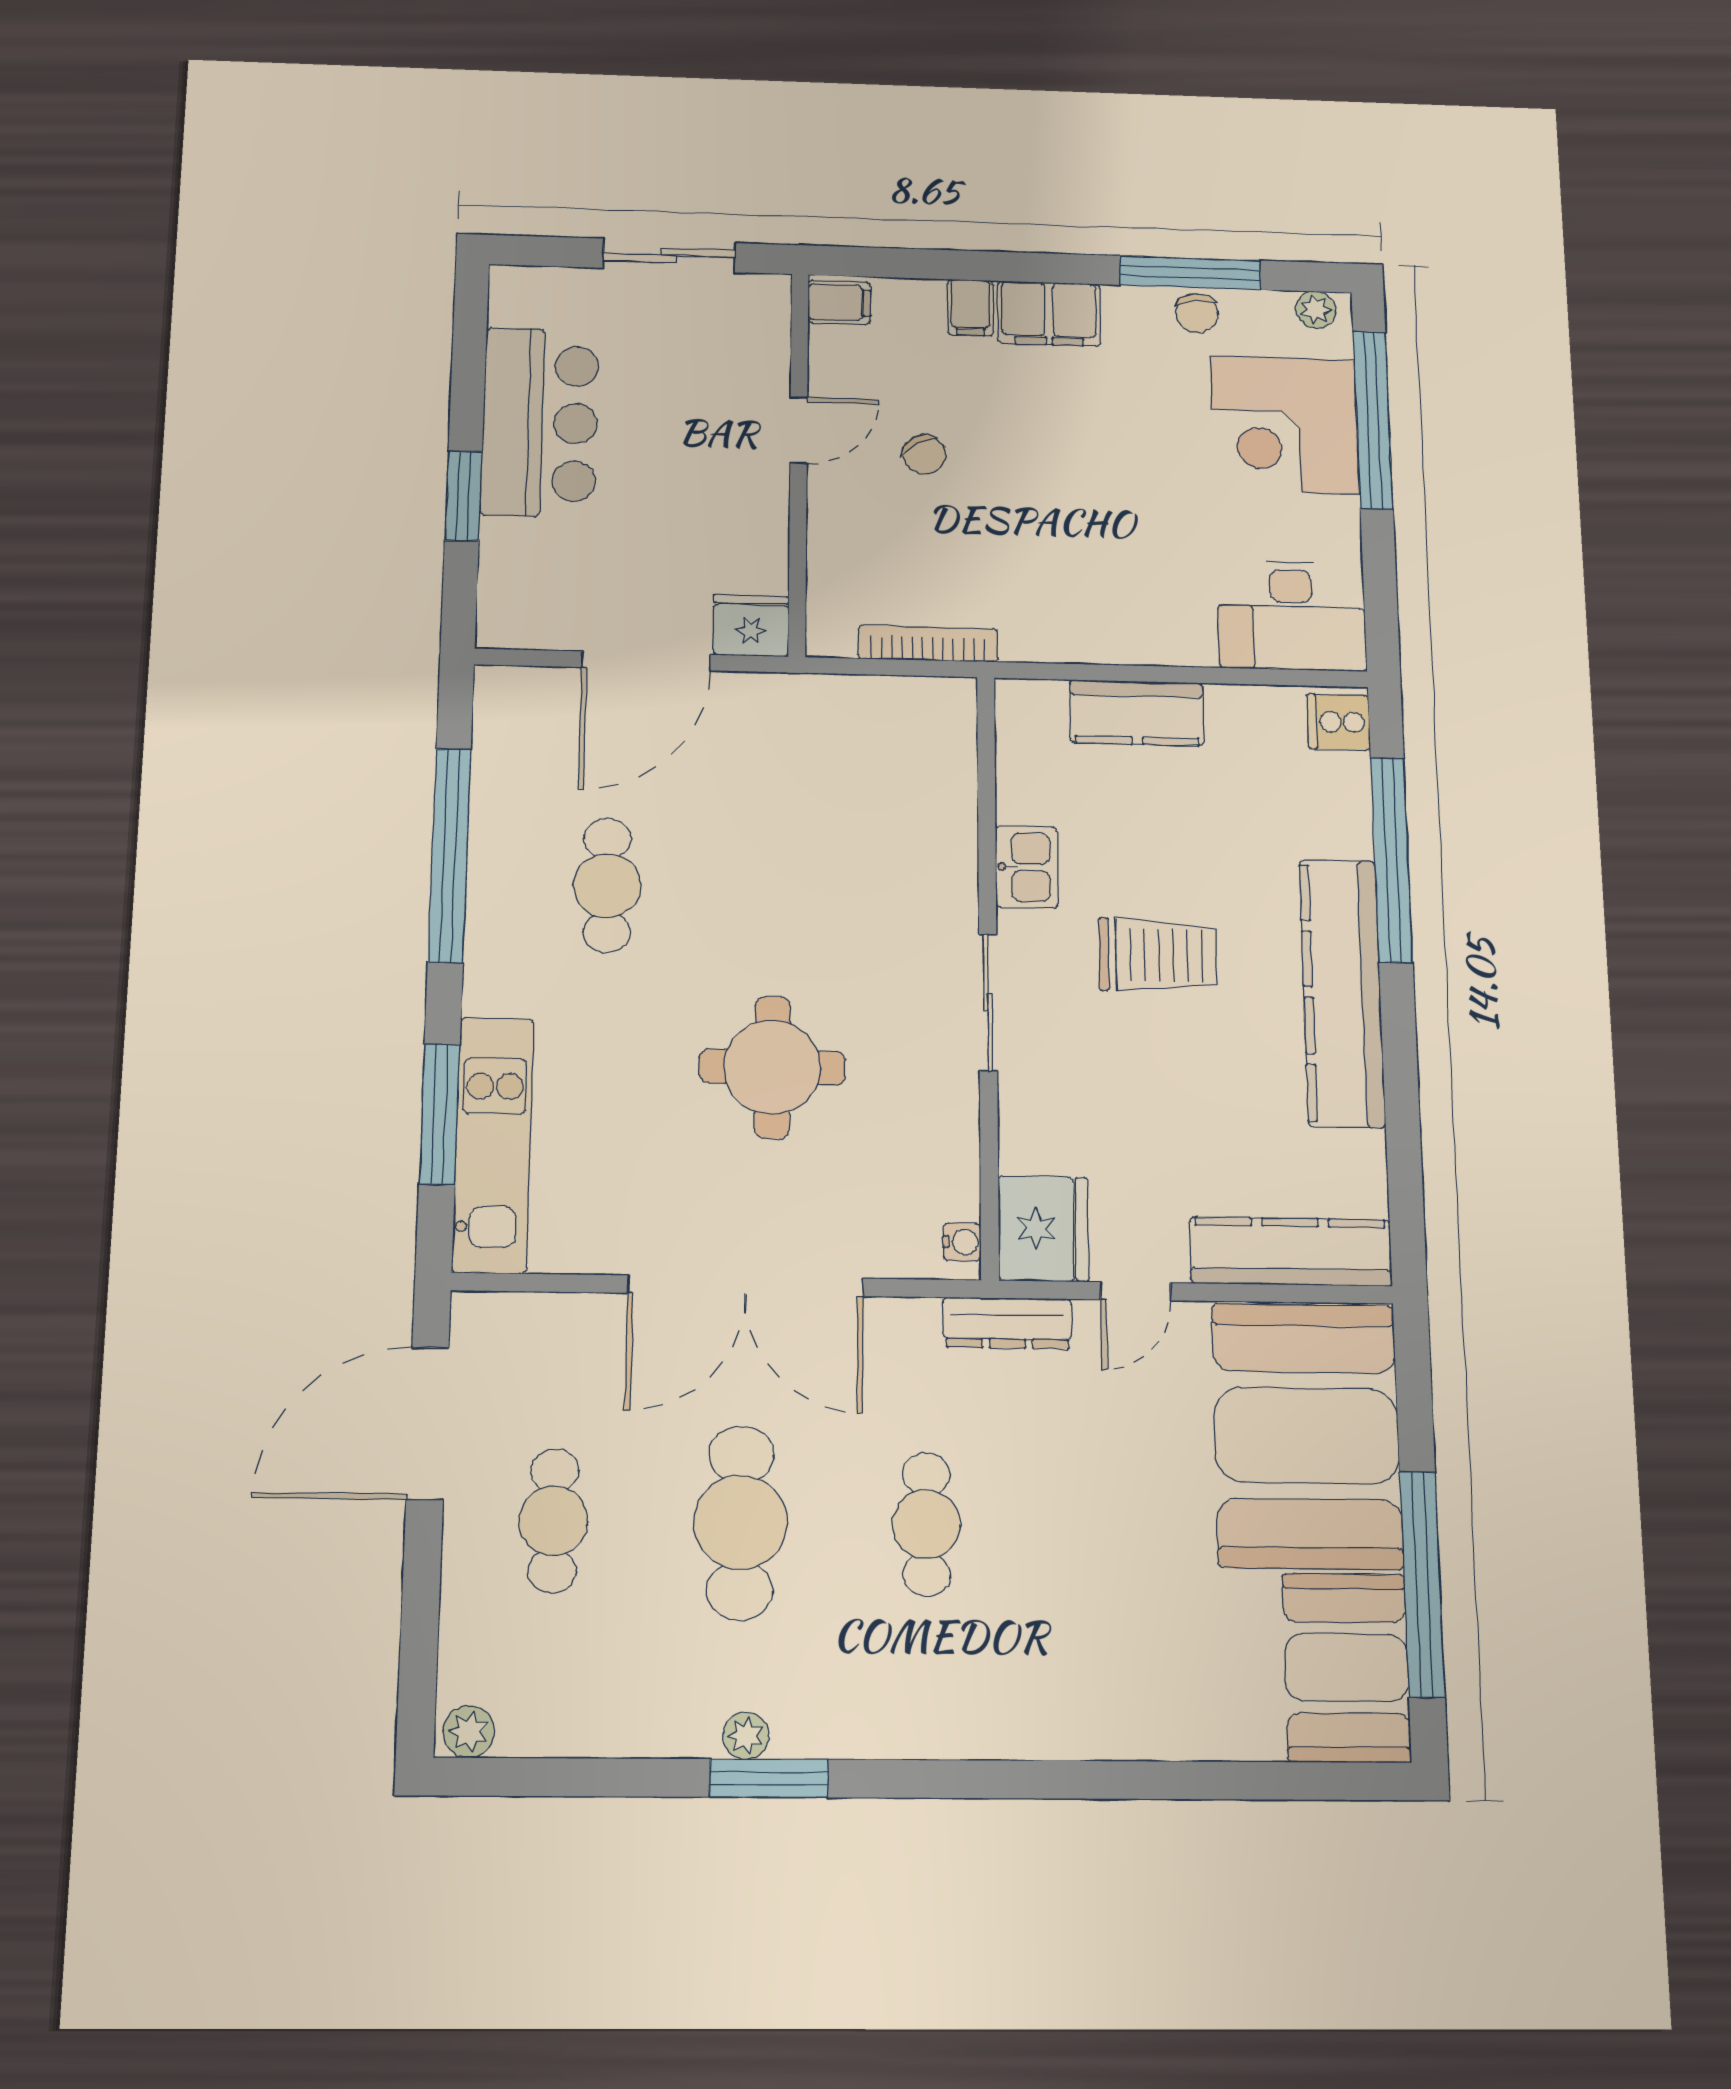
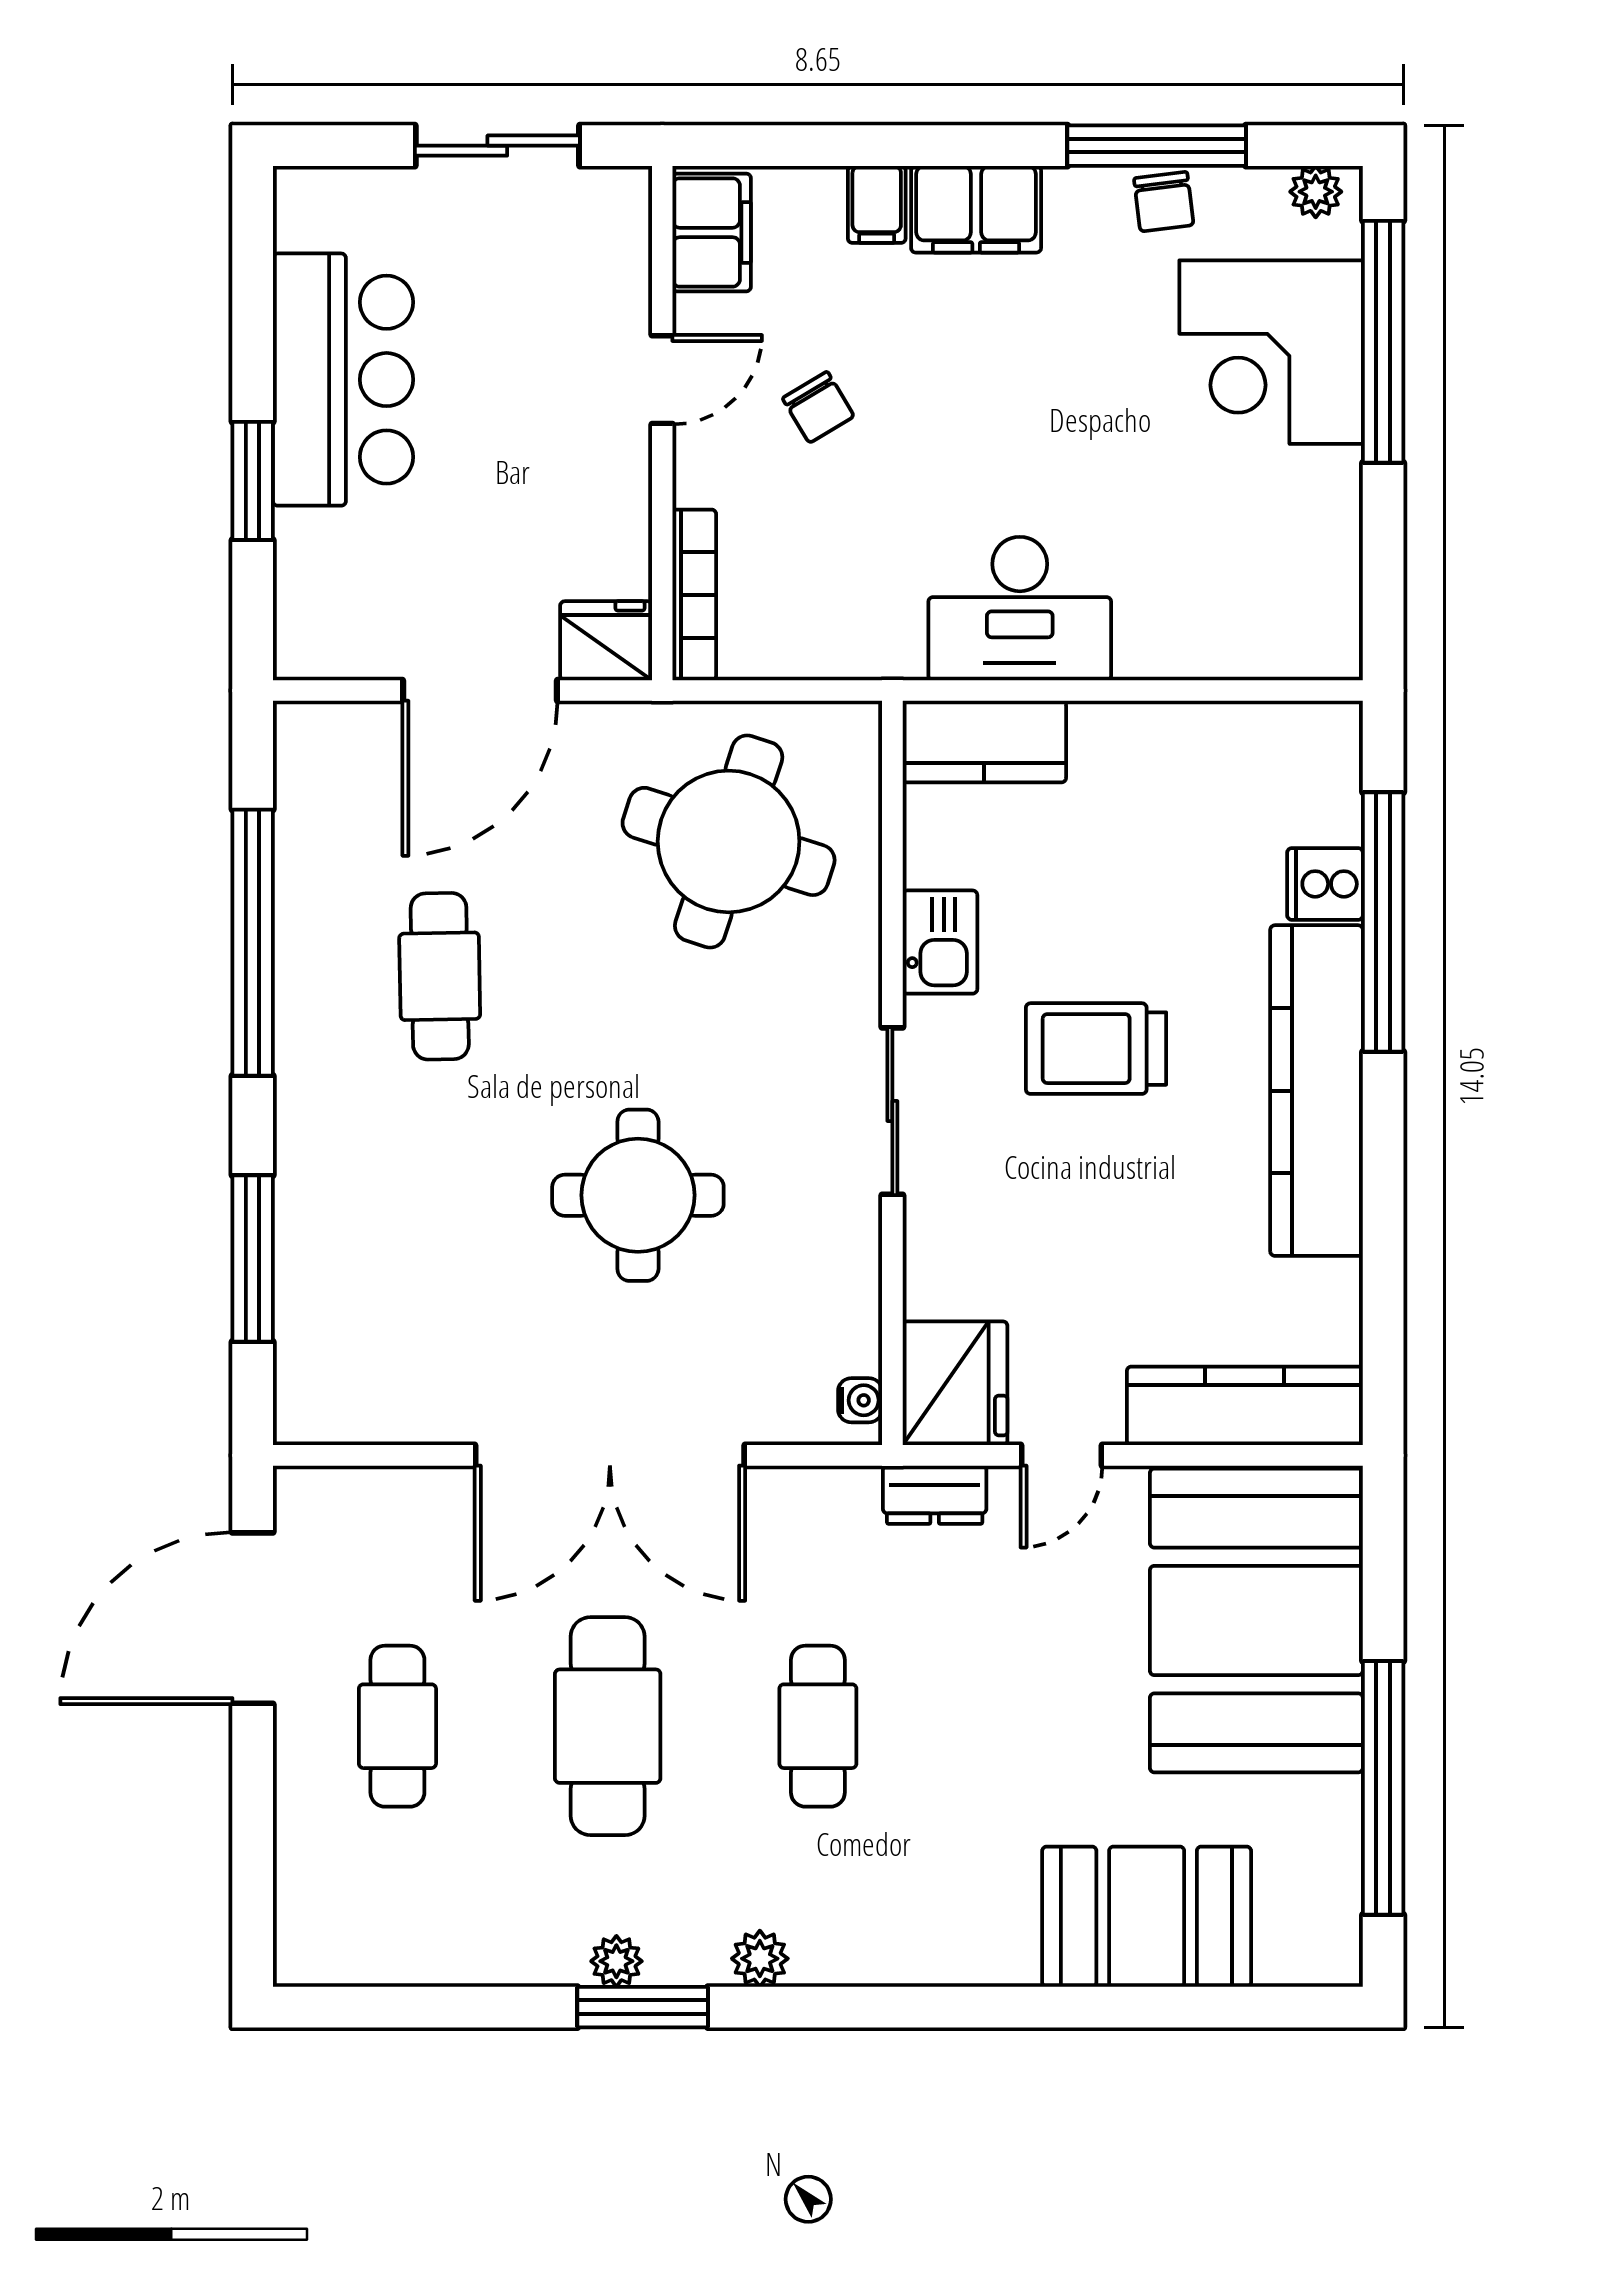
filing cabinet: (839, 302) -> (712, 232), width x2.00
desk: (1292, 615) -> (1020, 609), moved
bookcase: (928, 644) -> (694, 595), moved, turned 90
kitchen counter: (1137, 713) -> (984, 742), moved
cooker: (1339, 722) -> (1325, 884), moved
round table: (851, 784) -> (729, 841), added
trolley: (1158, 955) -> (1096, 1049), turned 180
kitchen unit: (493, 1145) -> (316, 1294), removed
dresser: (1007, 1323) -> (935, 1495), width x0.70
booth: (1347, 1668) -> (1147, 1917), moved, turned 90
plant: (469, 1732) -> (760, 1959), moved

